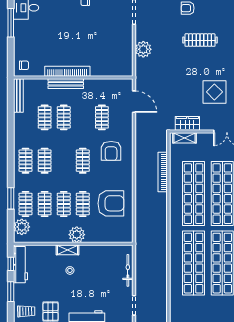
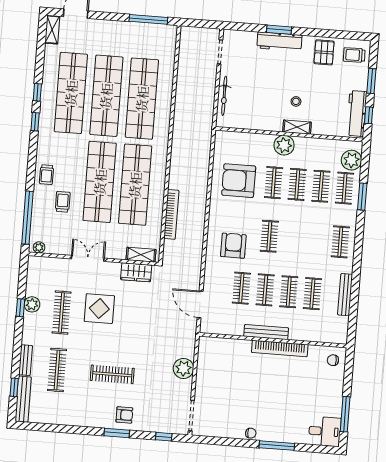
bench: (66, 84) -> (266, 332), moved
bench: (18, 95) -> (345, 295), moved
clothes rail: (45, 161) -> (265, 290), moved

